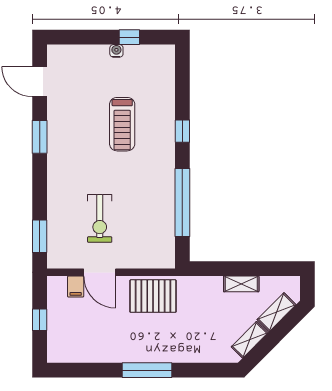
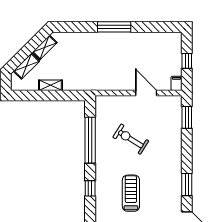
exercise bike: (100, 218) -> (131, 139), moved, turned -58
filing cabinet: (76, 287) -> (177, 83), moved
pallet: (153, 296) -> (110, 77), removed

